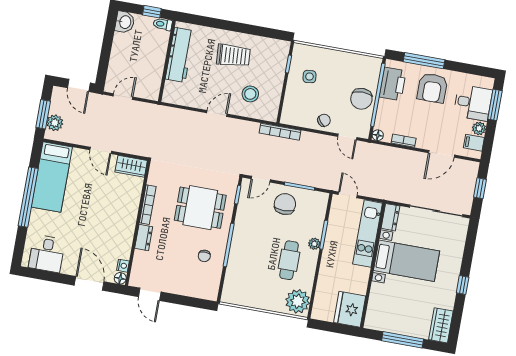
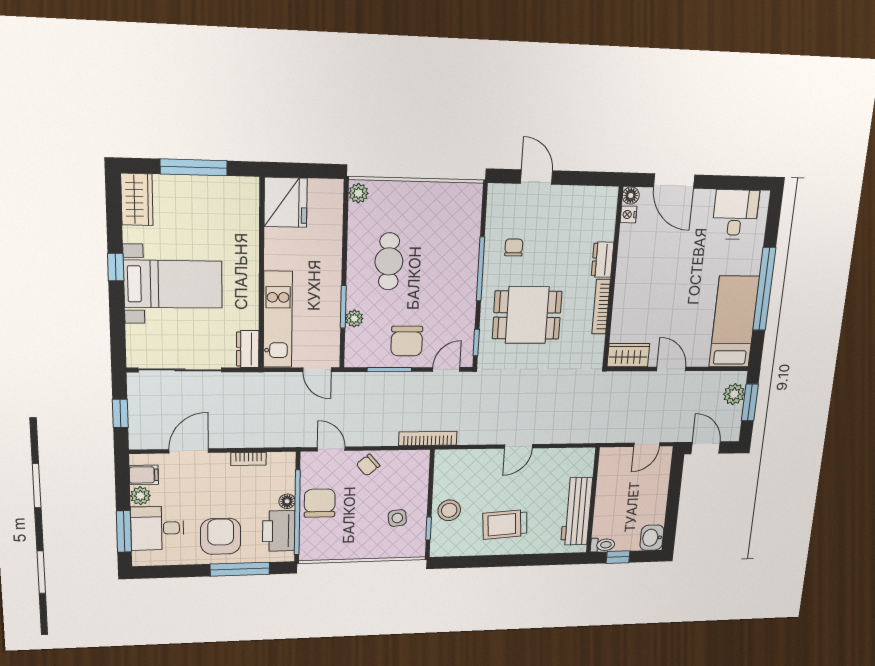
stool: (250, 94) -> (449, 510), moved
floor lamp: (378, 135) -> (287, 501), moved
plant: (314, 244) -> (354, 318), moved
bed with nightstands: (407, 261) -> (173, 284), moved, turned 180
door: (150, 294) -> (537, 177), moved
plant: (298, 301) -> (358, 193), width x0.53, depth x0.53

